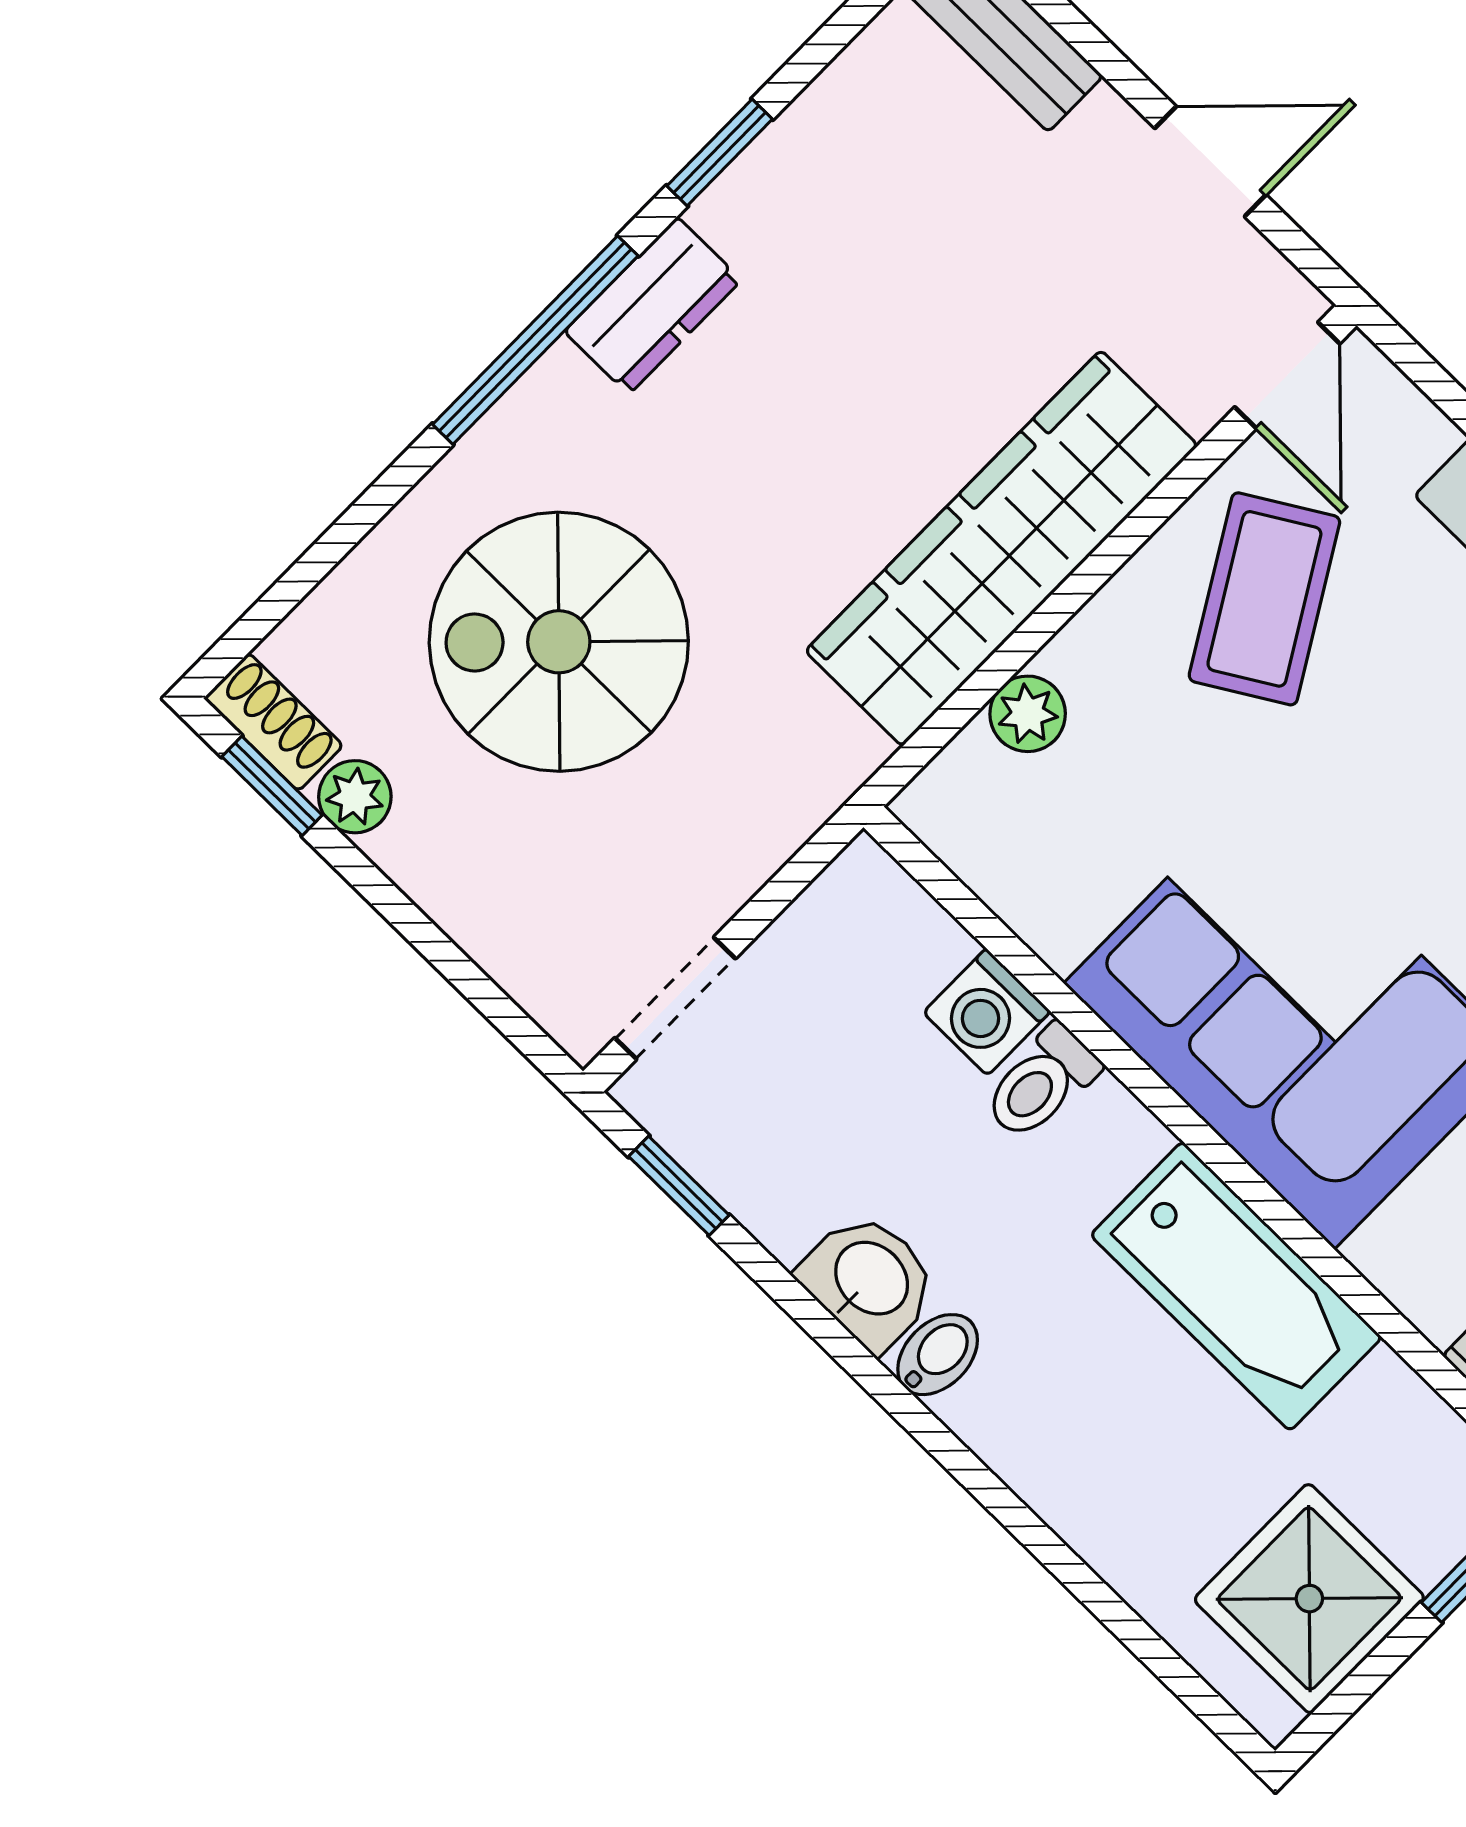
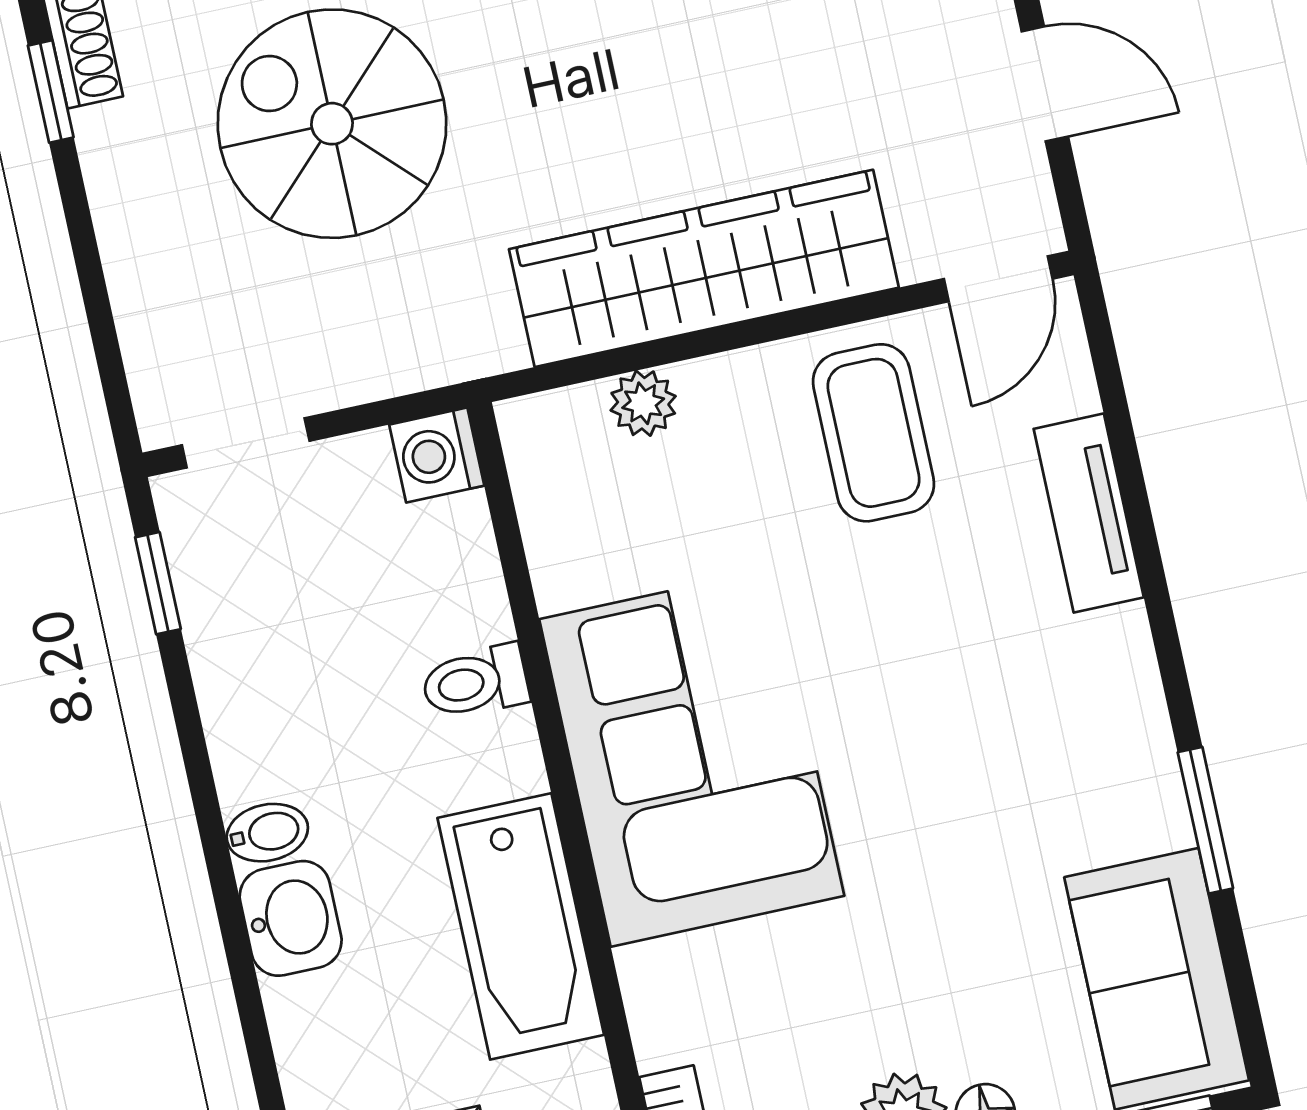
coffee table: (1264, 599) -> (873, 433), turned -59
plant: (355, 797) -> (107, 139), removed
washing machine: (987, 1012) -> (437, 455), moved
washbasin: (869, 1280) -> (291, 918), moved

